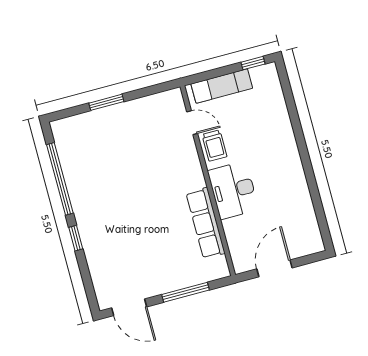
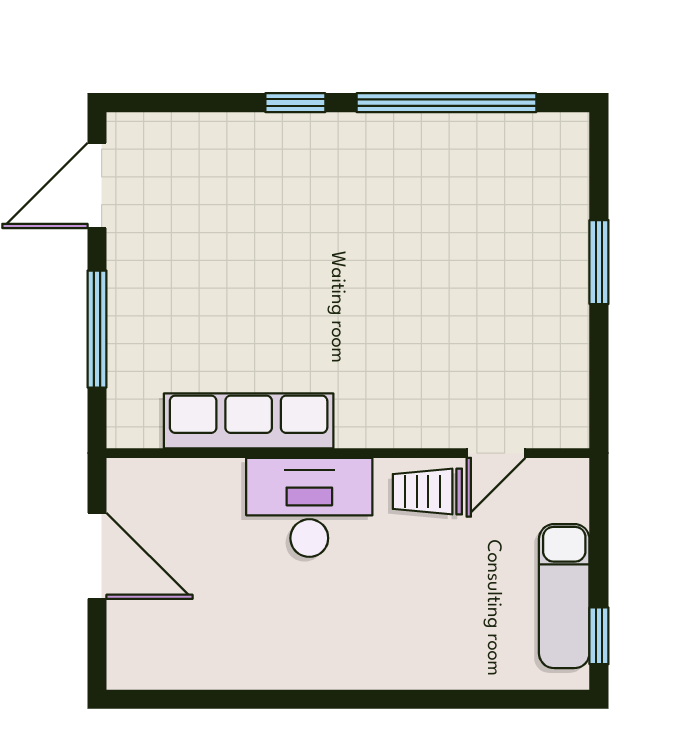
exam couch: (222, 86) -> (564, 596), moved

